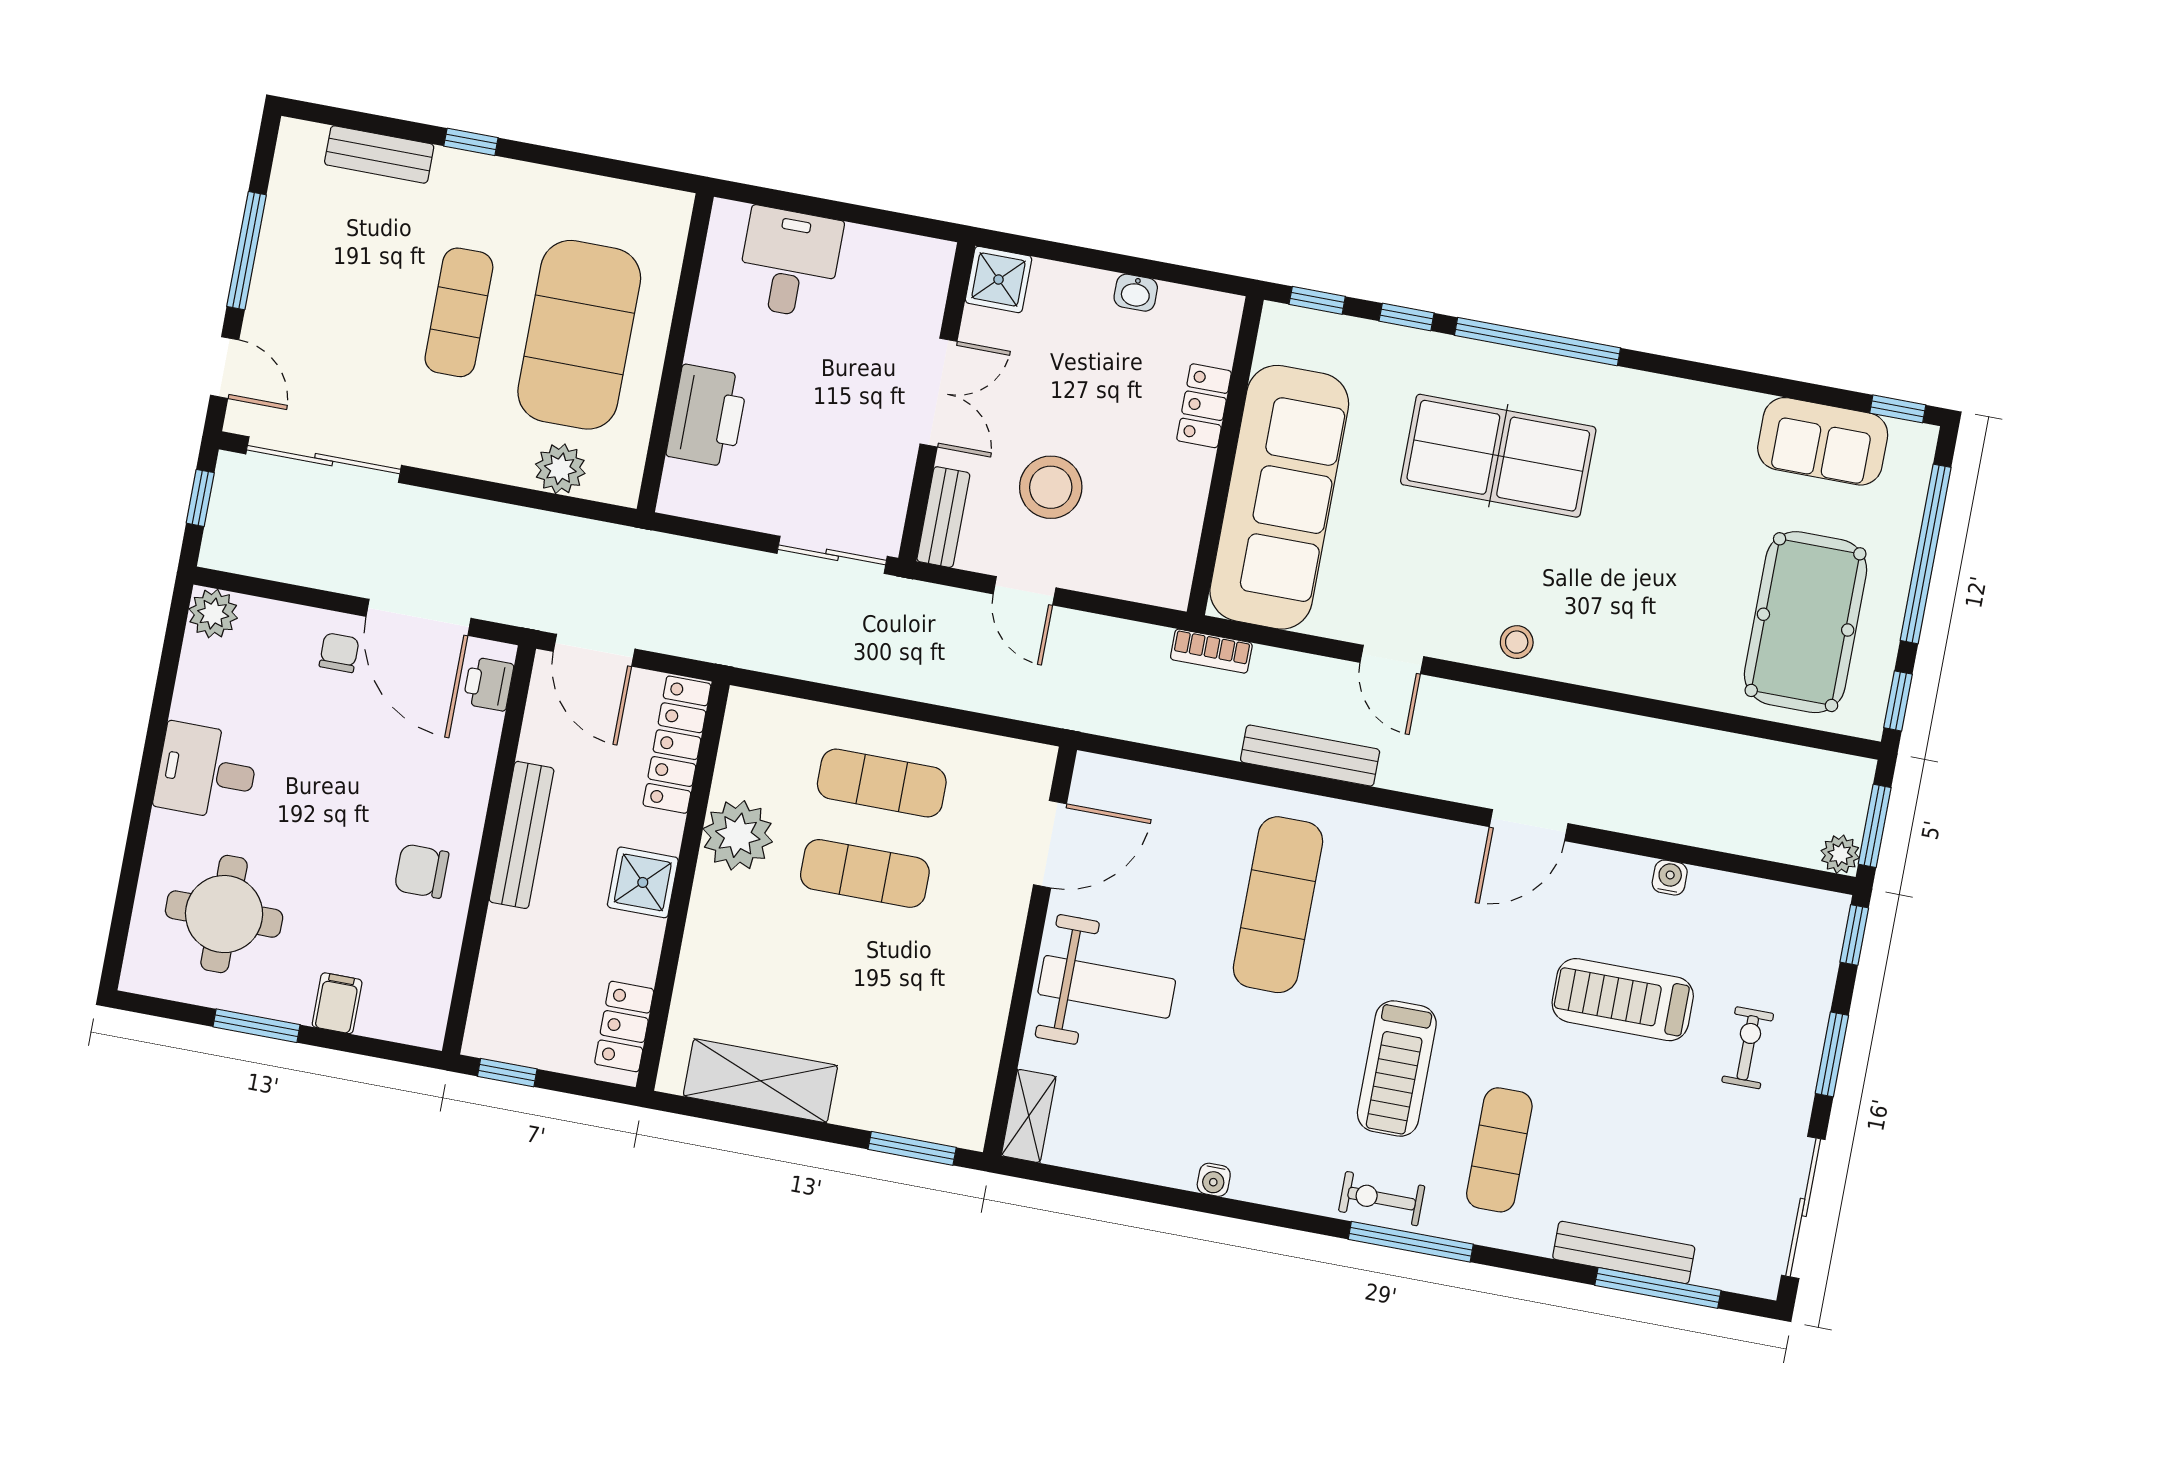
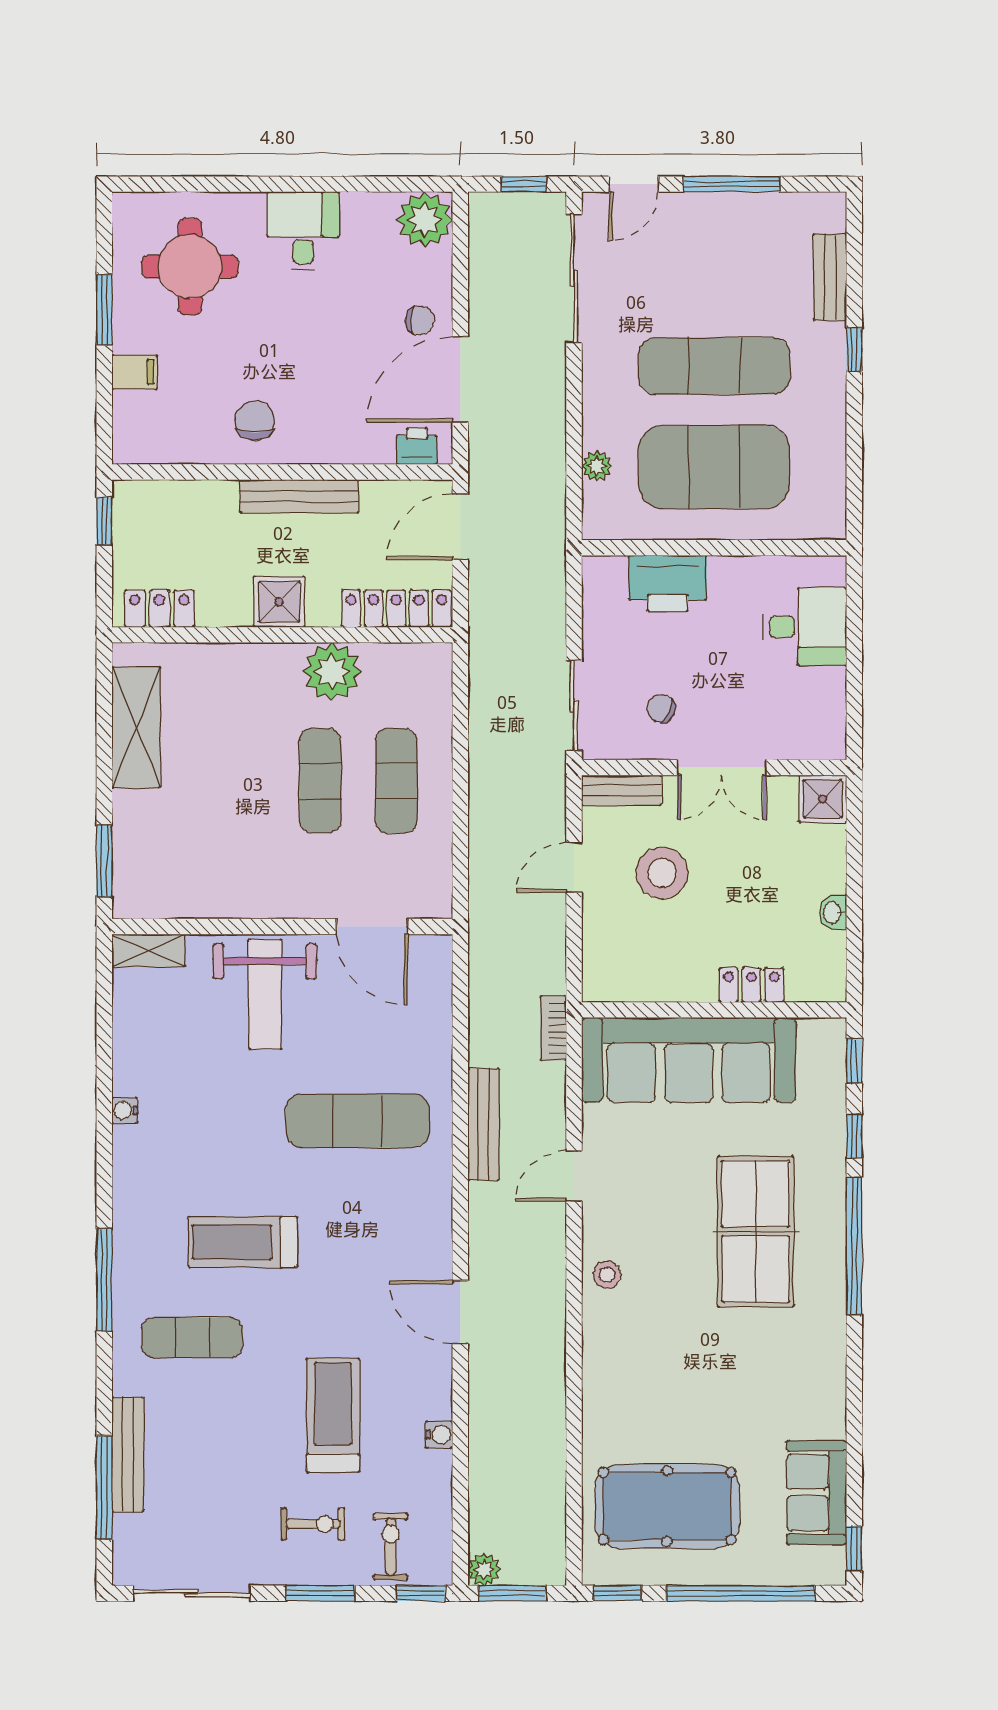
exercise mat: (459, 312) -> (714, 366), width x1.36, depth x1.45
chair: (855, 452) -> (661, 709), added
plant: (560, 469) -> (597, 466), width x0.73, depth x0.73
plant: (213, 614) -> (425, 220), width x1.36, depth x1.36
exercise bike: (1382, 1199) -> (391, 1547), moved

